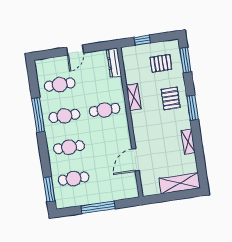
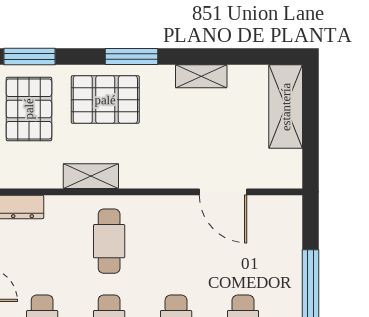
pallet: (161, 63) -> (29, 109), width x1.50, depth x1.42
pallet: (171, 98) -> (105, 100), width x1.50, depth x1.42

